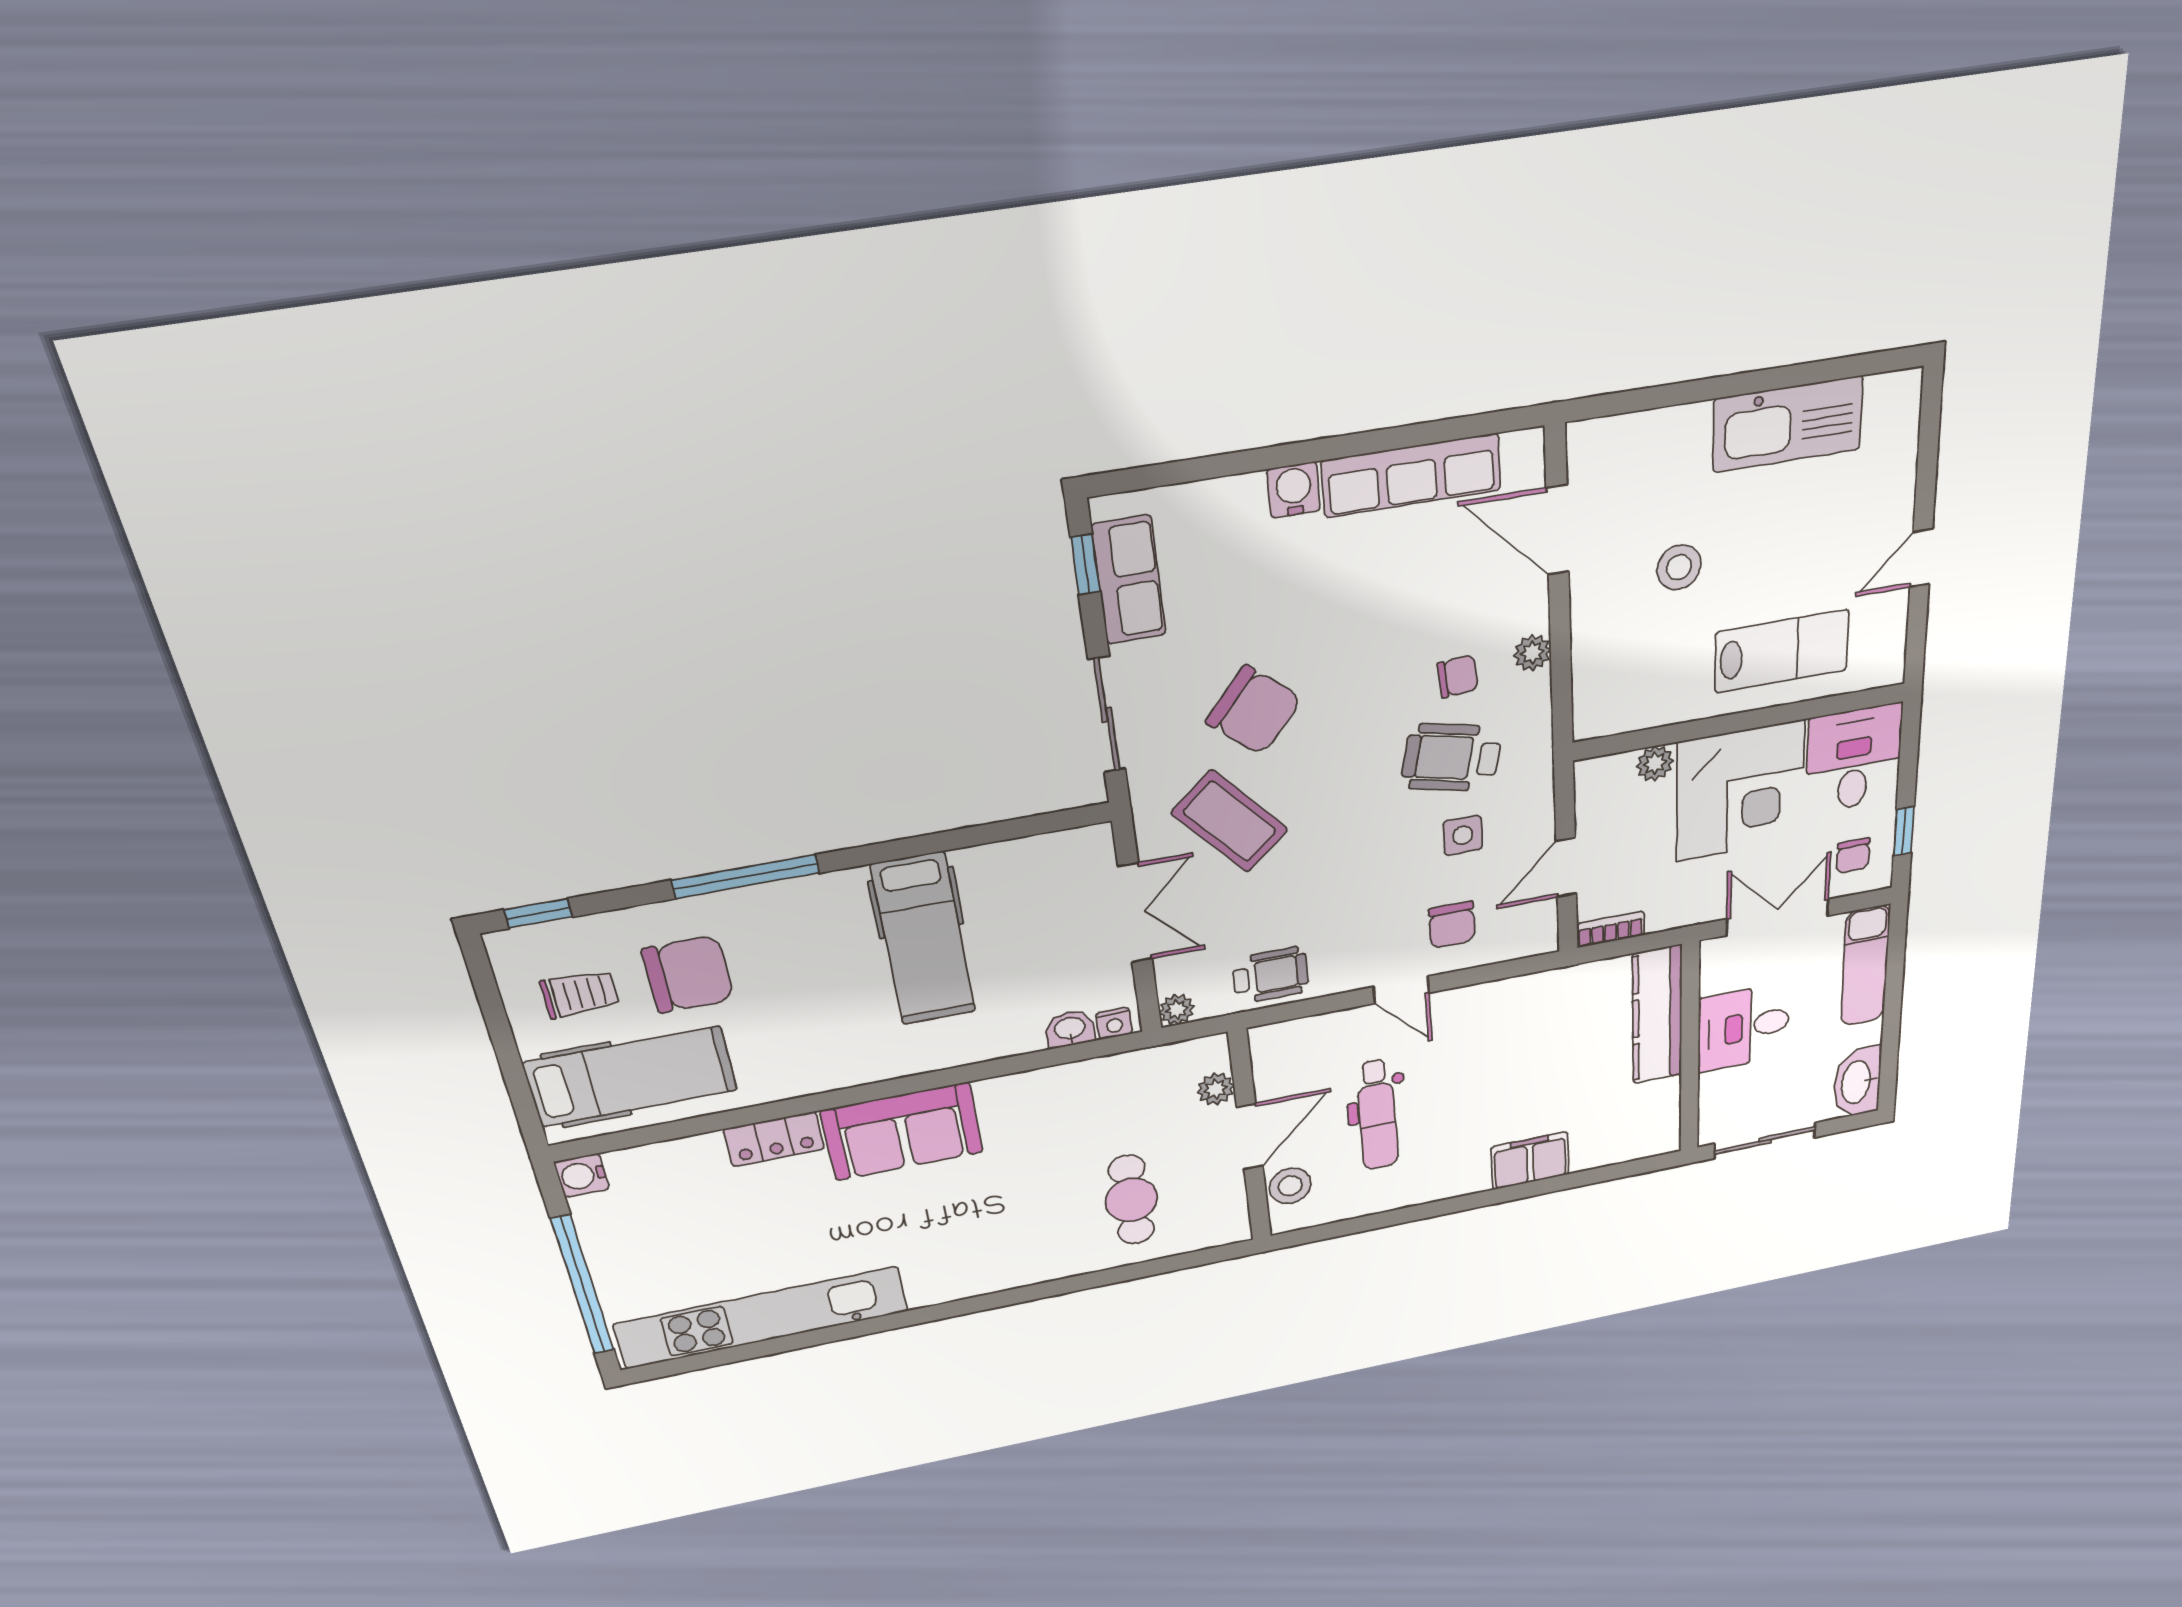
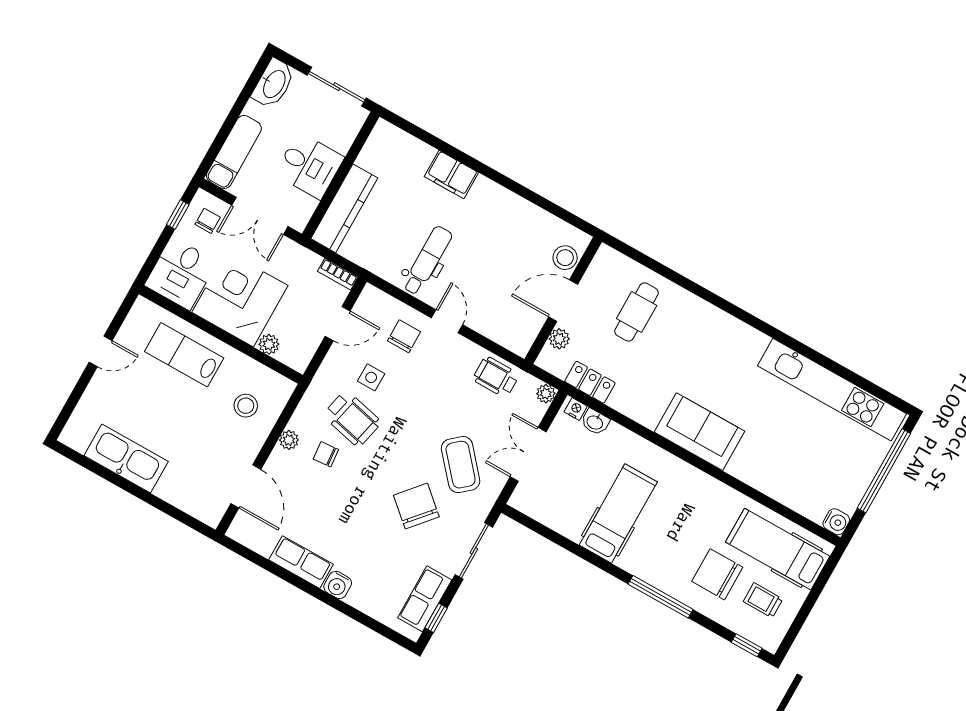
row of seats: (1411, 475) -> (301, 562), width x0.68
stool: (1679, 567) -> (246, 406), moved
dental chair: (1377, 1115) -> (427, 260), moved
locker: (774, 1139) -> (590, 382), moved

